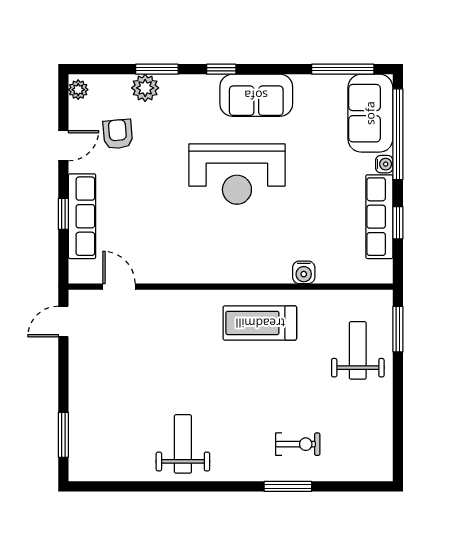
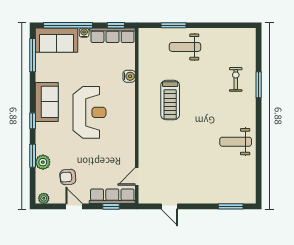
water cooler: (304, 272) -> (129, 76), moved
door: (119, 287) -> (137, 176), moved
wall: (231, 287) -> (137, 116), moved

